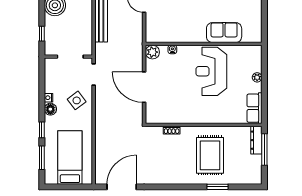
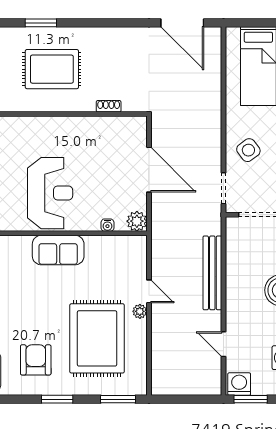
sofa: (224, 33) -> (58, 250), moved
rug: (210, 155) -> (52, 69), turned 90
door: (122, 187) -> (182, 23), hinge flipped

